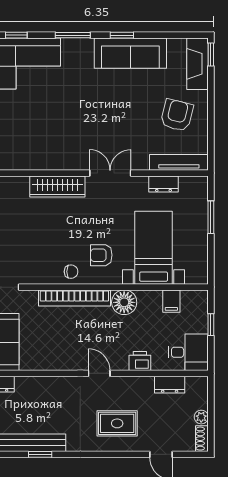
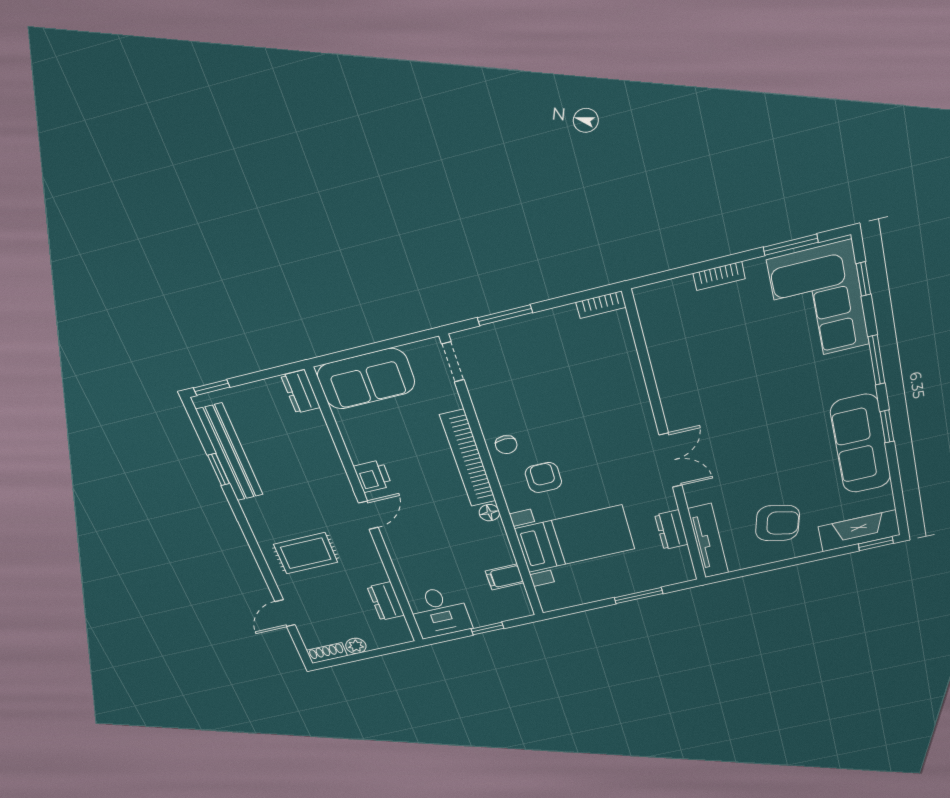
wardrobe: (57, 186) -> (632, 396), removed
floor lamp: (124, 302) -> (489, 513), width x0.53, depth x0.53
printer: (140, 361) -> (373, 476), moved
rug: (117, 423) -> (306, 553), turned 90

